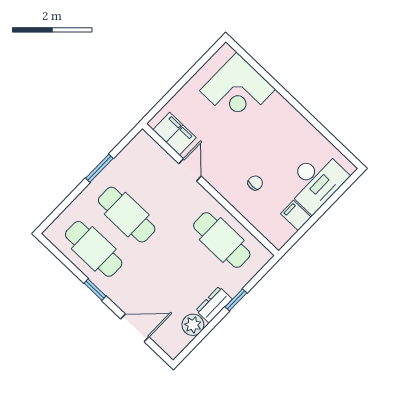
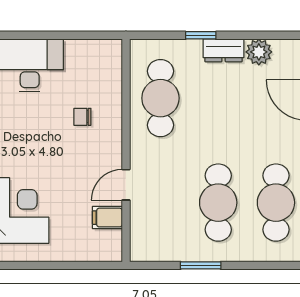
filing cabinet: (174, 134) -> (107, 218), width x0.50
filing cabinet: (296, 215) -> (77, 54), removed

